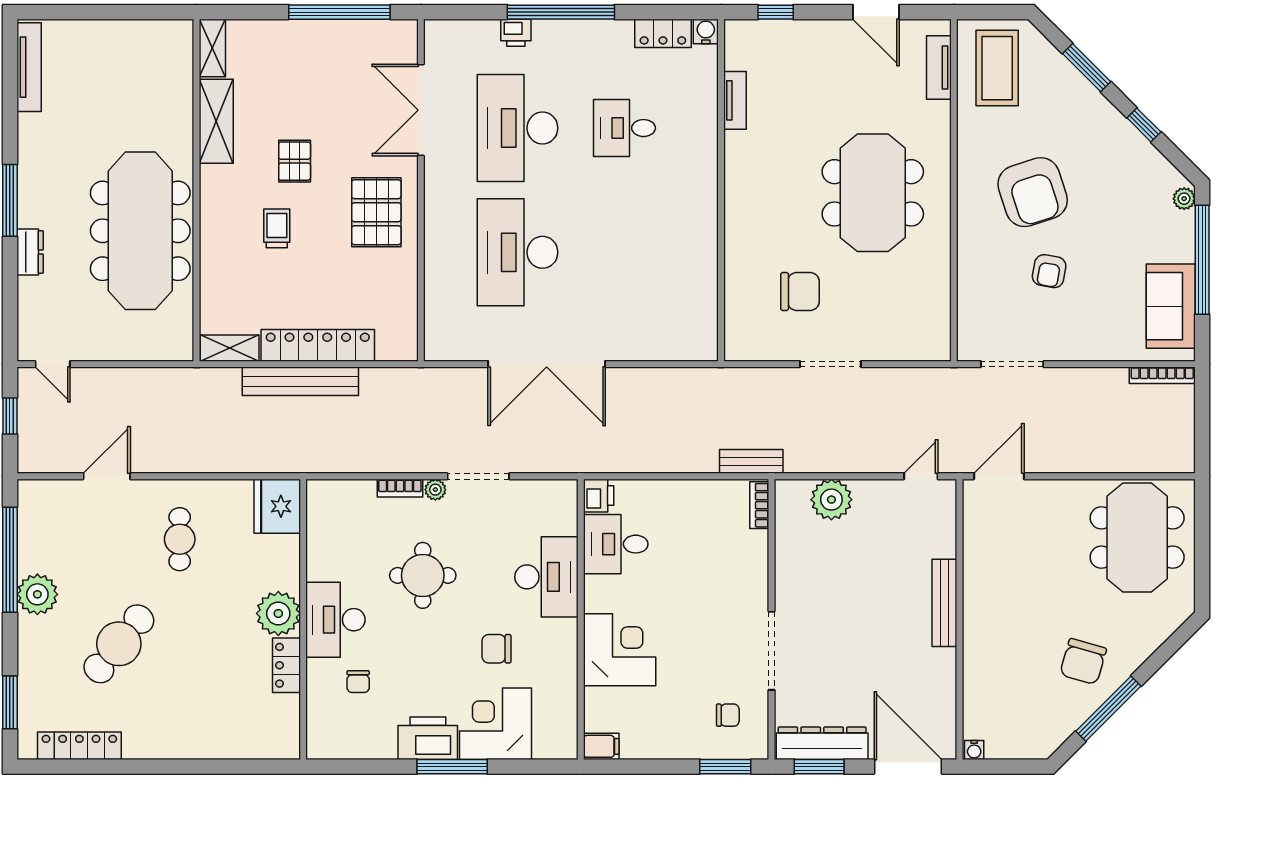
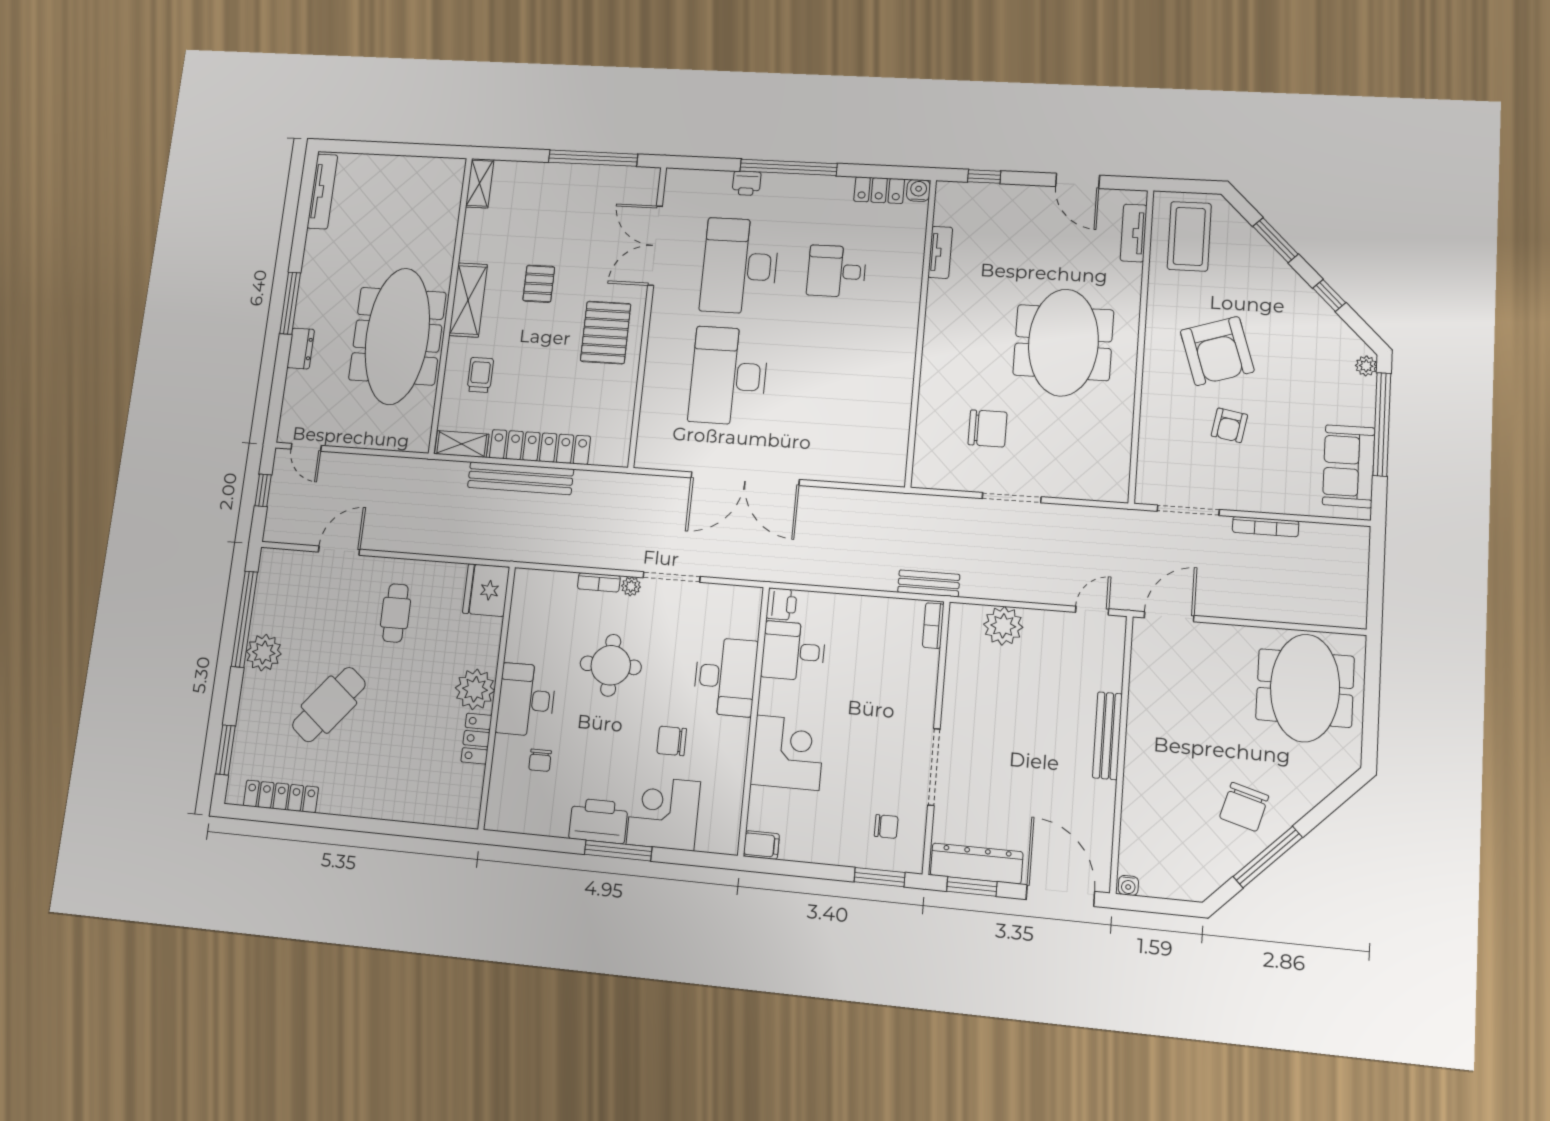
shelving: (216, 121) -> (468, 300), moved
trolley: (277, 228) -> (480, 375), moved
bookcase: (1162, 375) -> (1266, 527), moved

